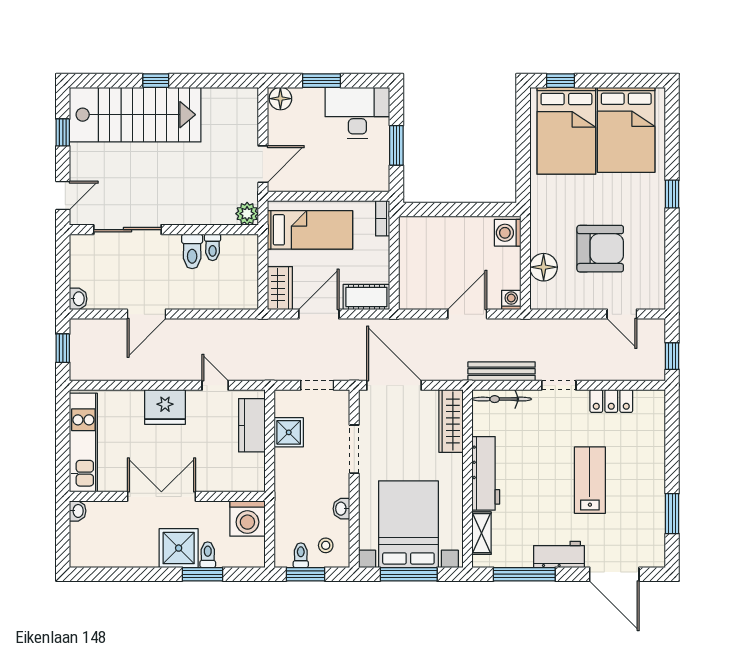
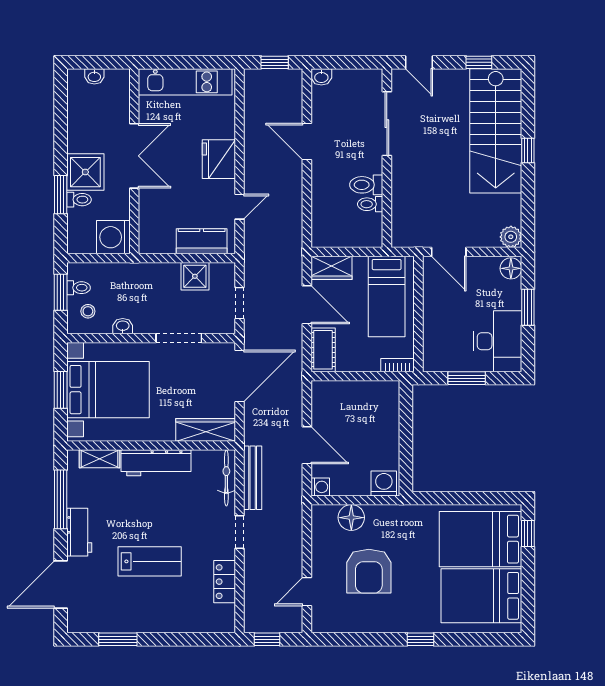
plant: (247, 214) -> (511, 237), moved
washbasin: (78, 511) -> (94, 76), moved
window: (409, 574) -> (61, 390), width x0.69

